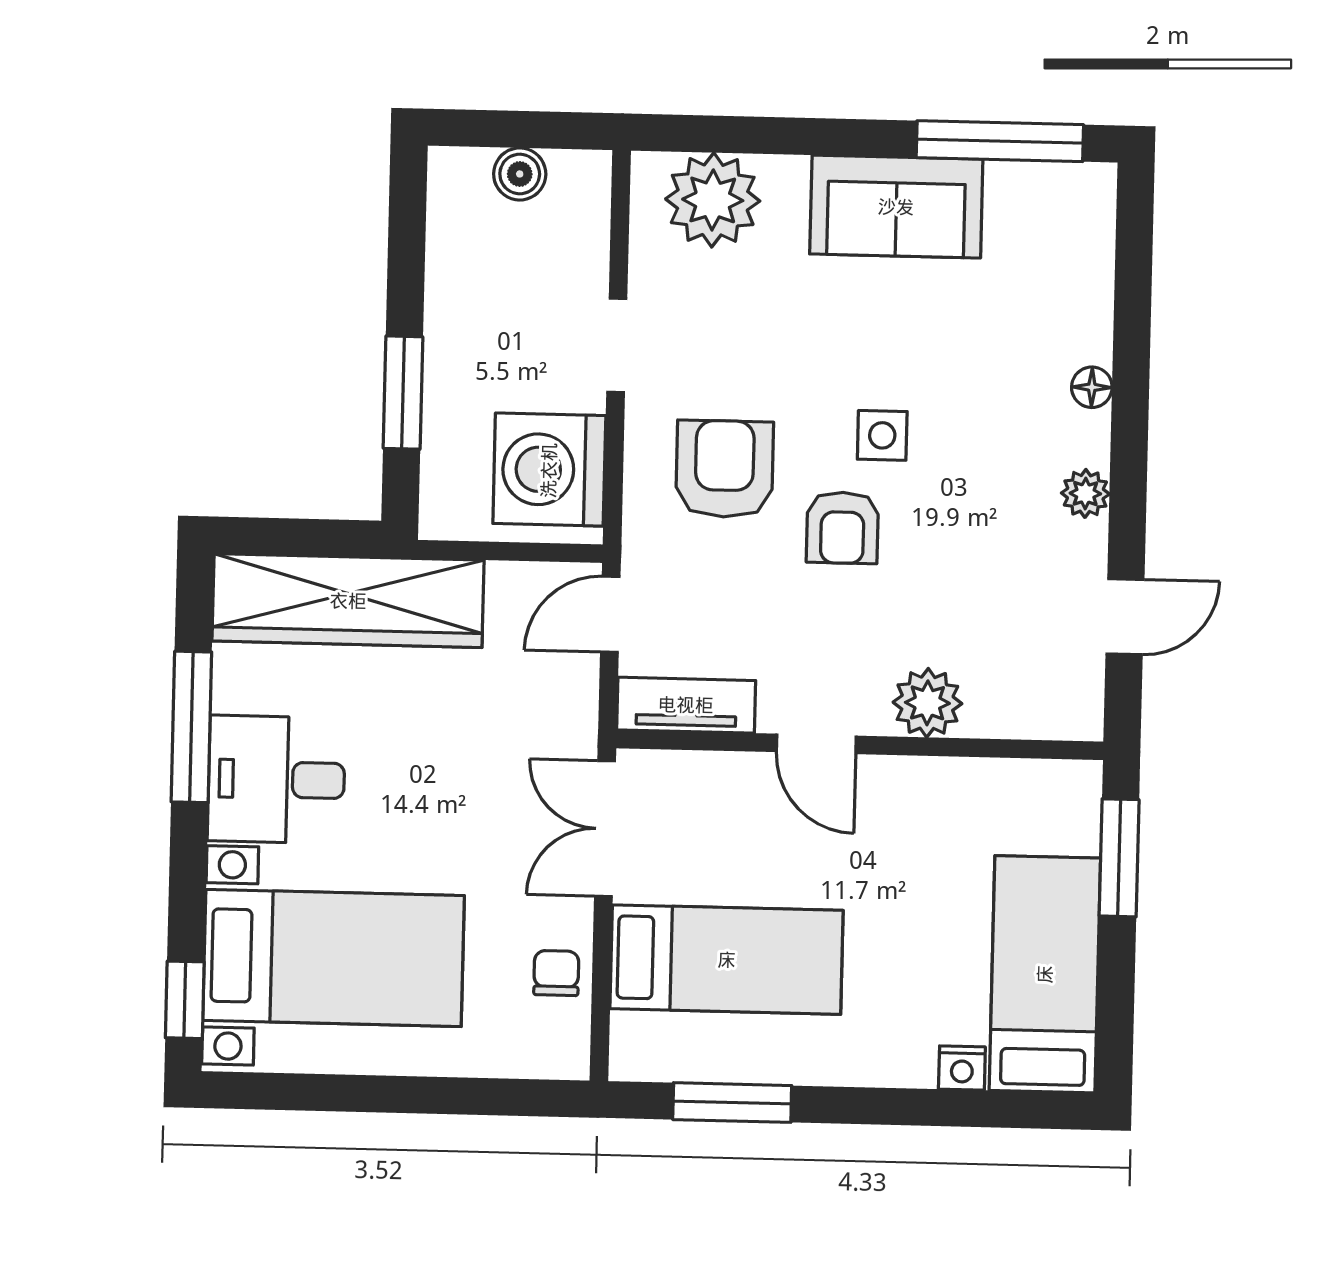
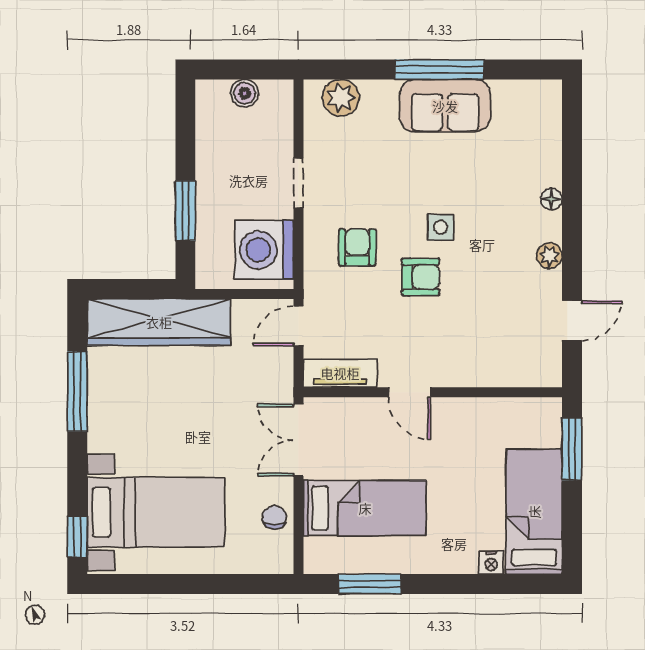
window: (1000, 141) -> (439, 69), moved
plant: (713, 200) -> (341, 98), width x0.73, depth x0.73
armchair: (725, 469) -> (357, 247), width x0.72, depth x0.72
armchair: (842, 528) -> (421, 277), turned -90
plant: (927, 703) -> (468, 369), removed
desk: (276, 779) -> (123, 418), removed

